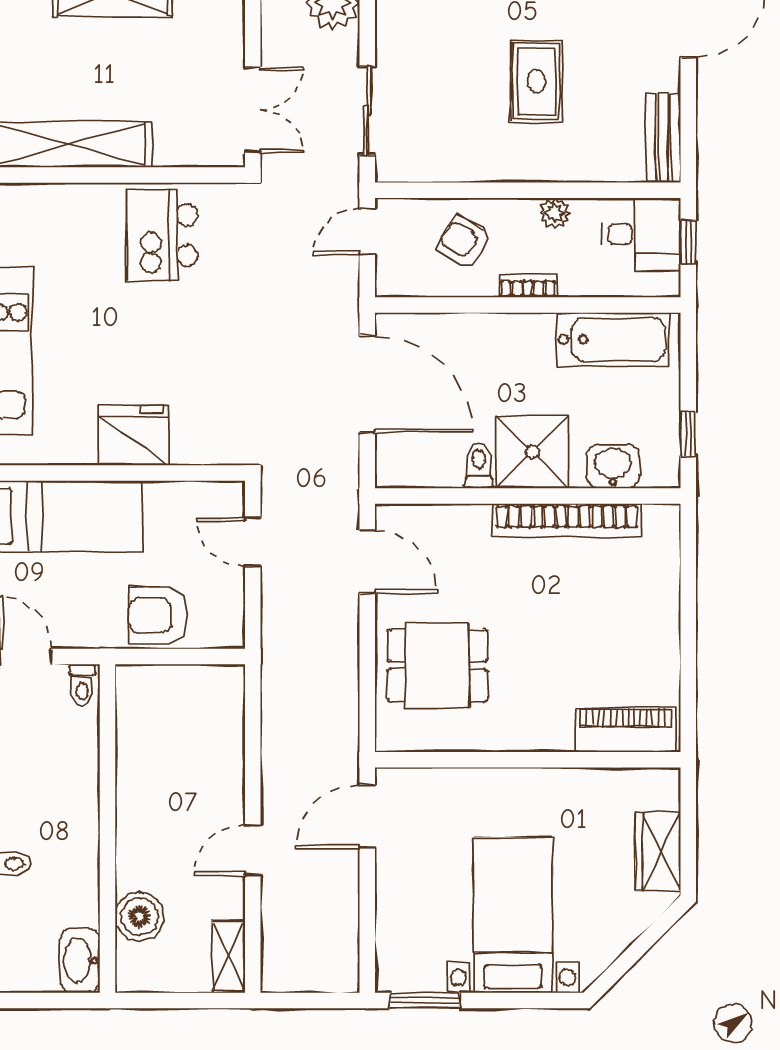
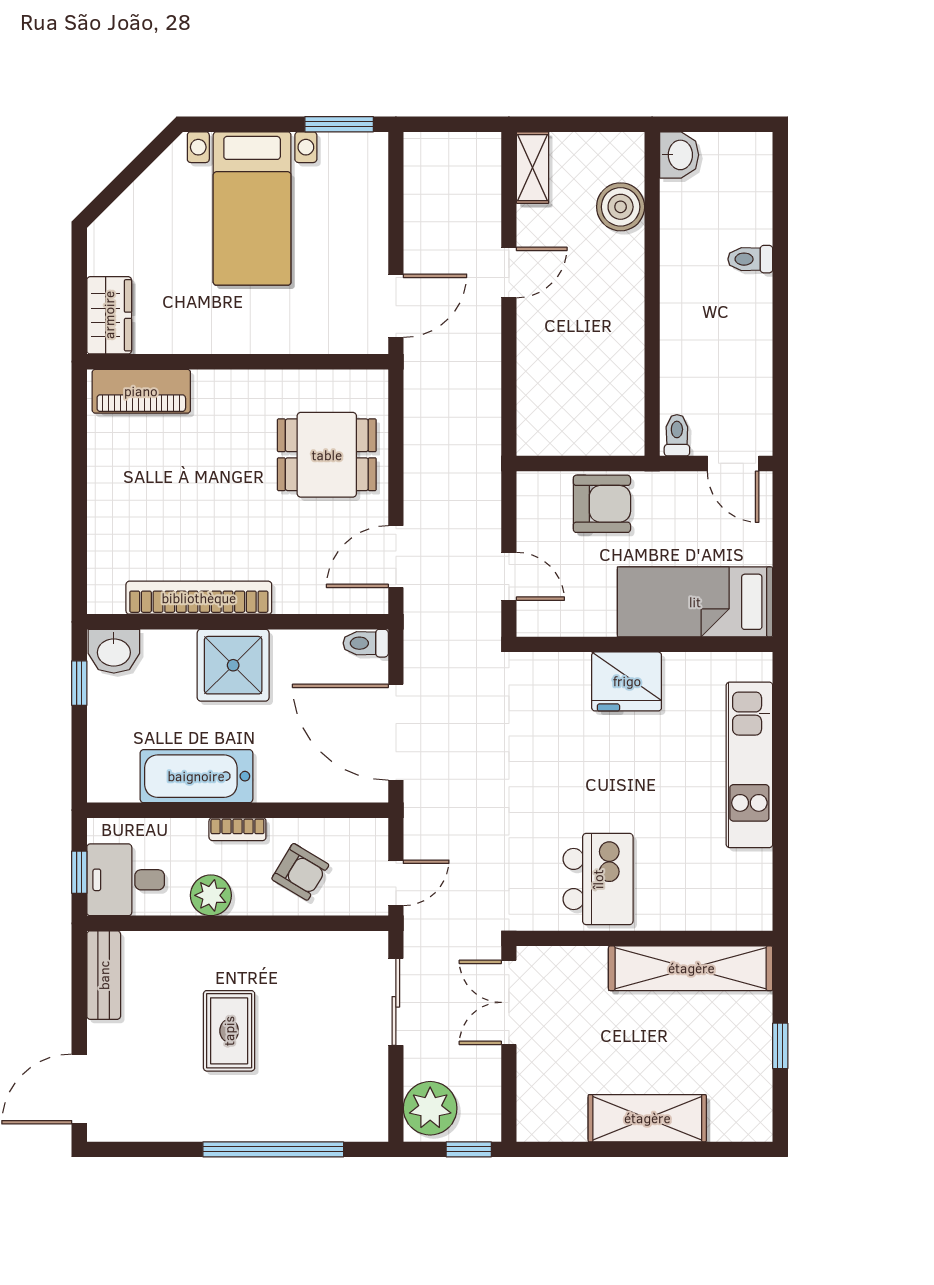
plant: (555, 213) -> (211, 895), width x1.38, depth x1.38
bathtub: (613, 339) -> (196, 776), moved
toilet: (479, 465) -> (366, 643), moved, turned 90
washbasin: (613, 466) -> (114, 651), moved
door: (367, 562) -> (396, 557), hinge flipped
wardrobe: (658, 852) -> (109, 315), moved
washbasin: (80, 960) -> (679, 155), width x0.72

